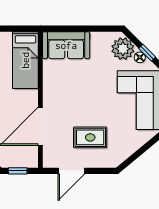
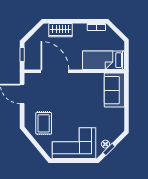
plant: (123, 49) -> (112, 132), removed
rug: (90, 137) -> (44, 123), moved

